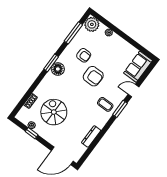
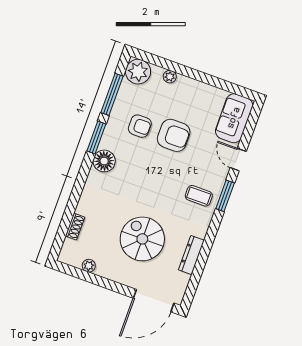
window: (51, 63) -> (96, 137), moved
armchair: (93, 76) -> (174, 135), moved
door: (133, 91) -> (238, 160), hinge flipped
spiral stairs: (54, 112) -> (142, 239), moved
window: (32, 133) -> (92, 278), removed

